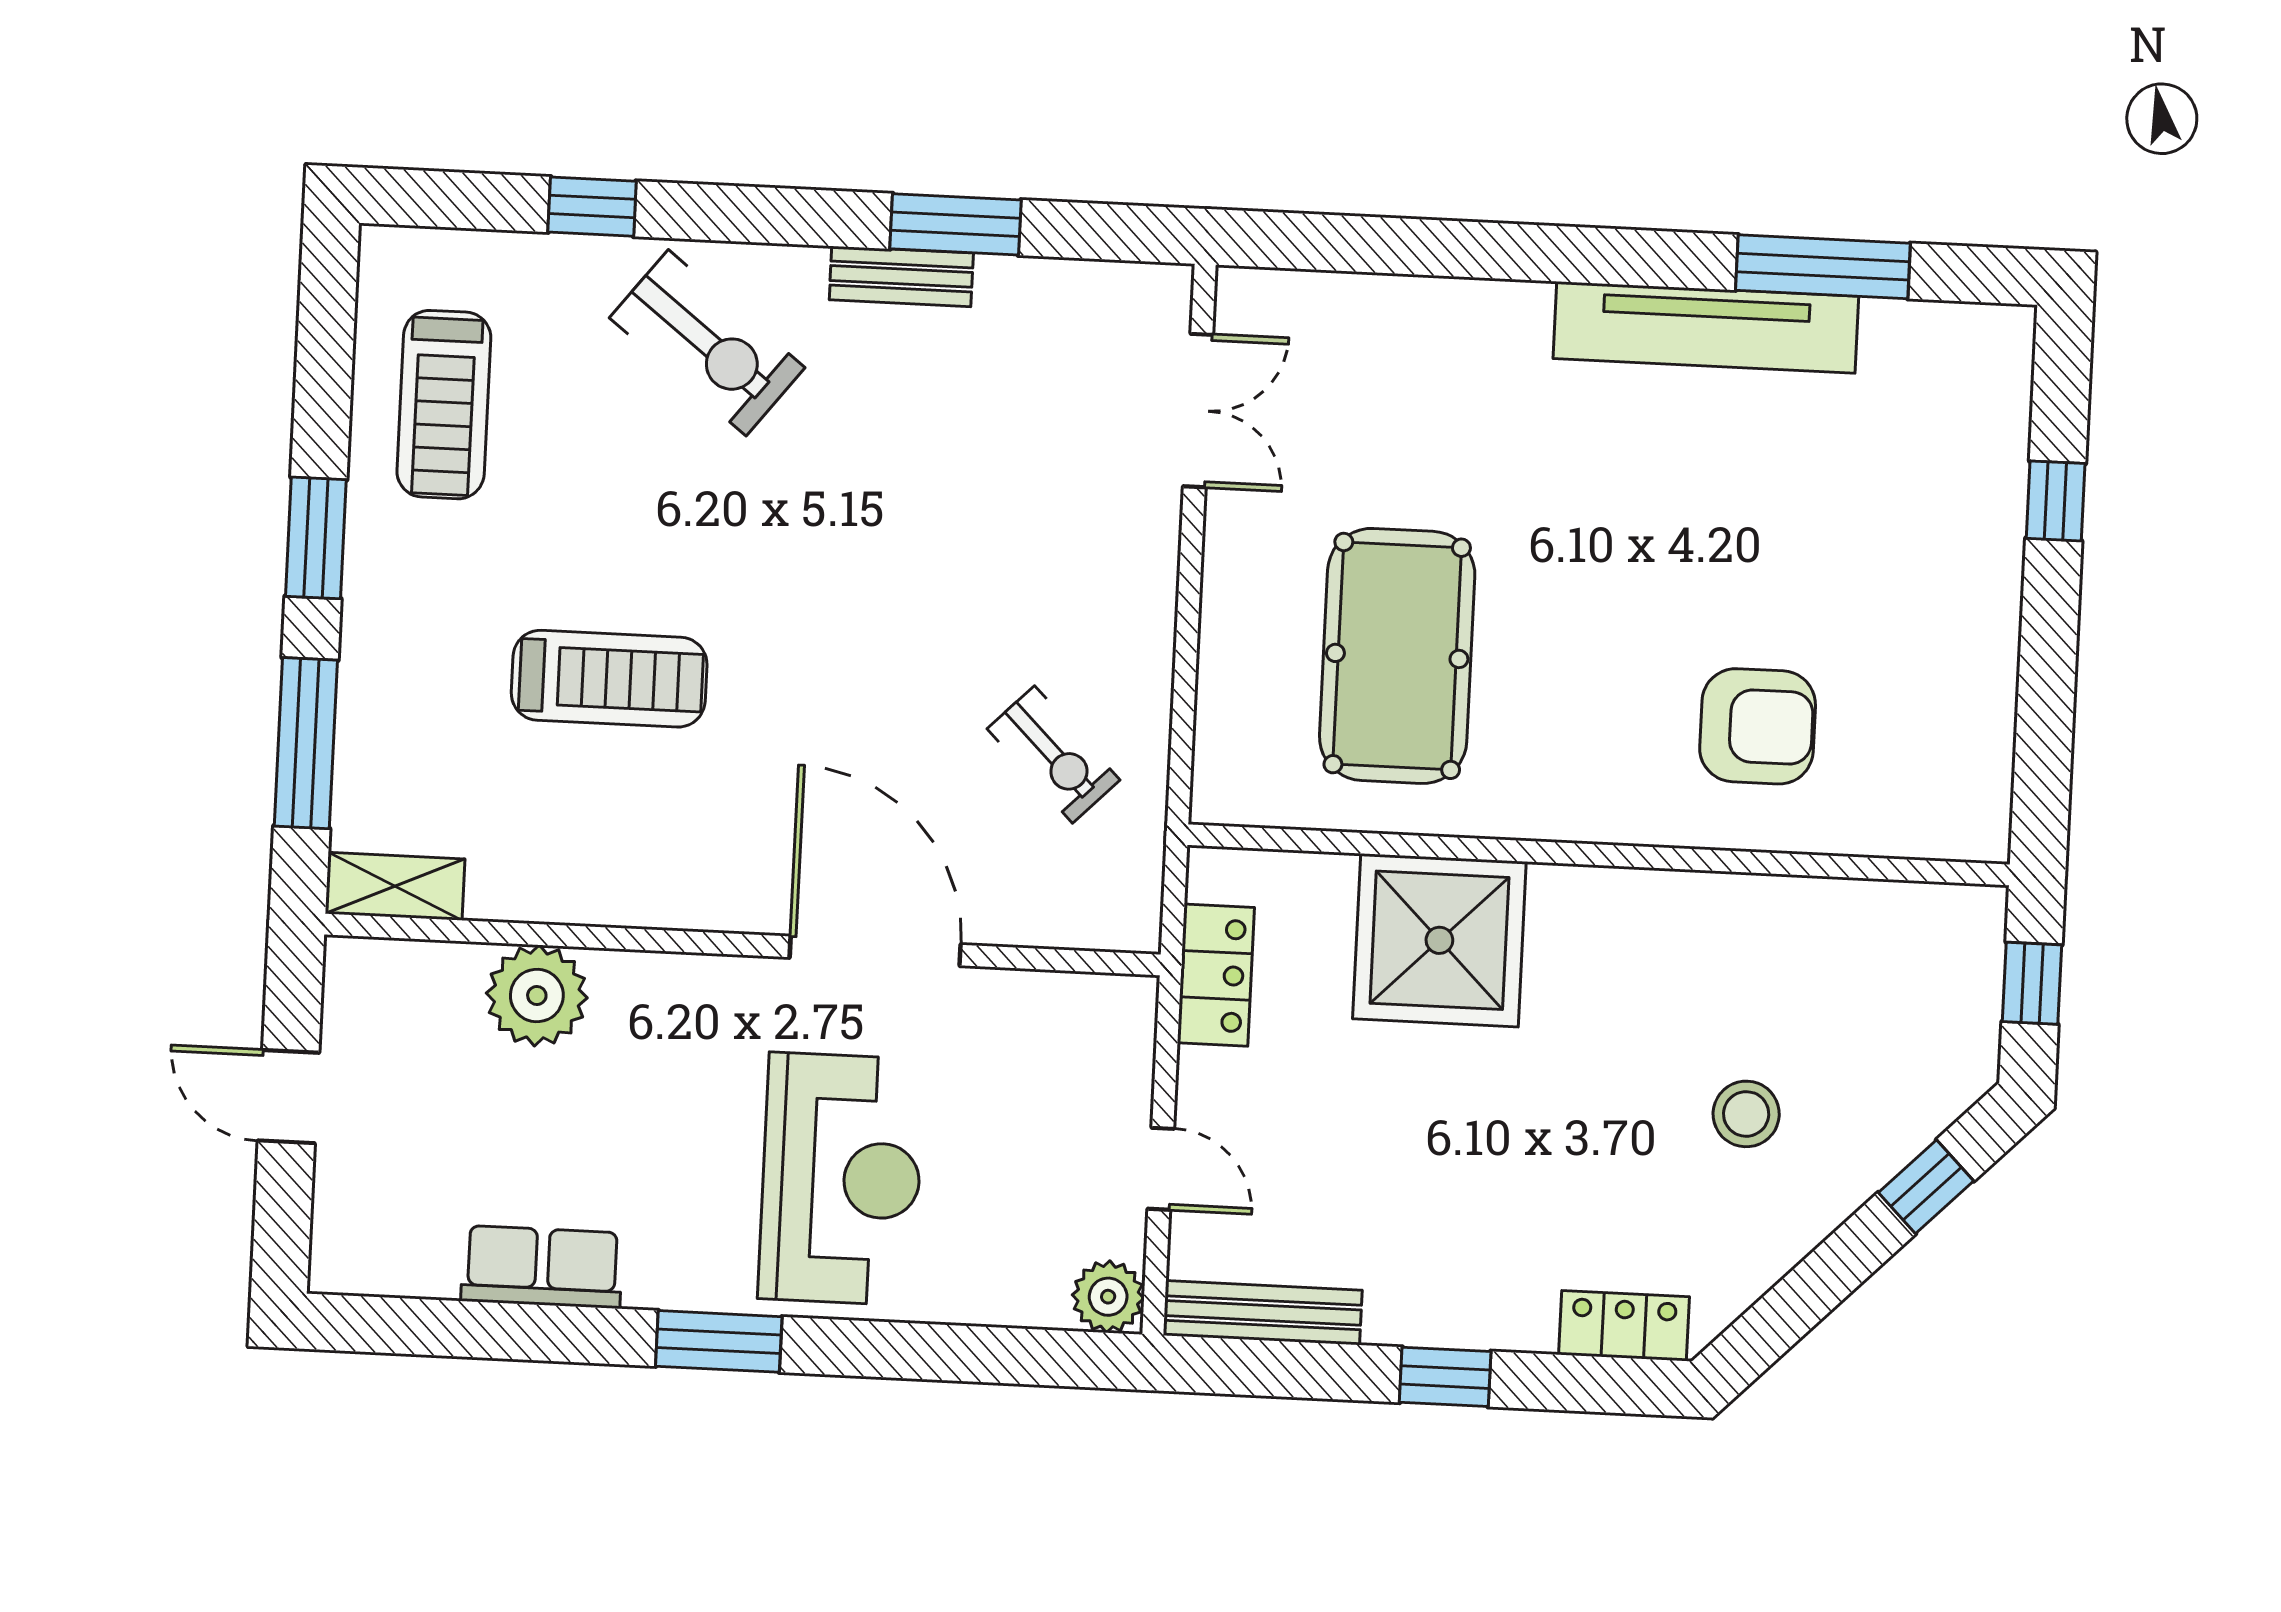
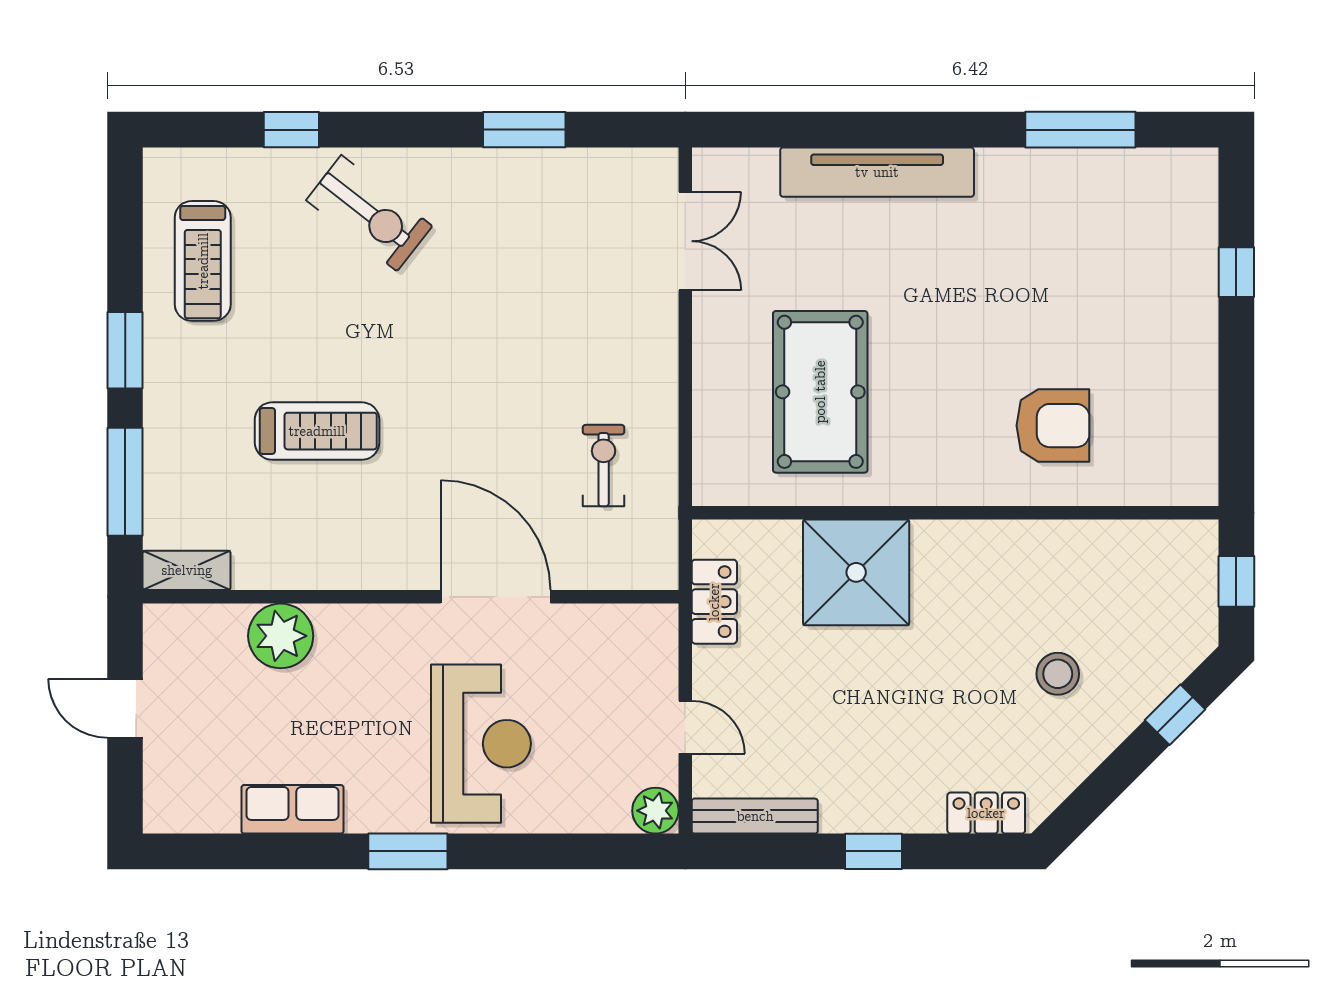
bench: (901, 276) -> (491, 165), removed
tv unit: (1706, 327) -> (877, 172), moved
exercise bike: (1054, 754) -> (604, 466), turned -135

